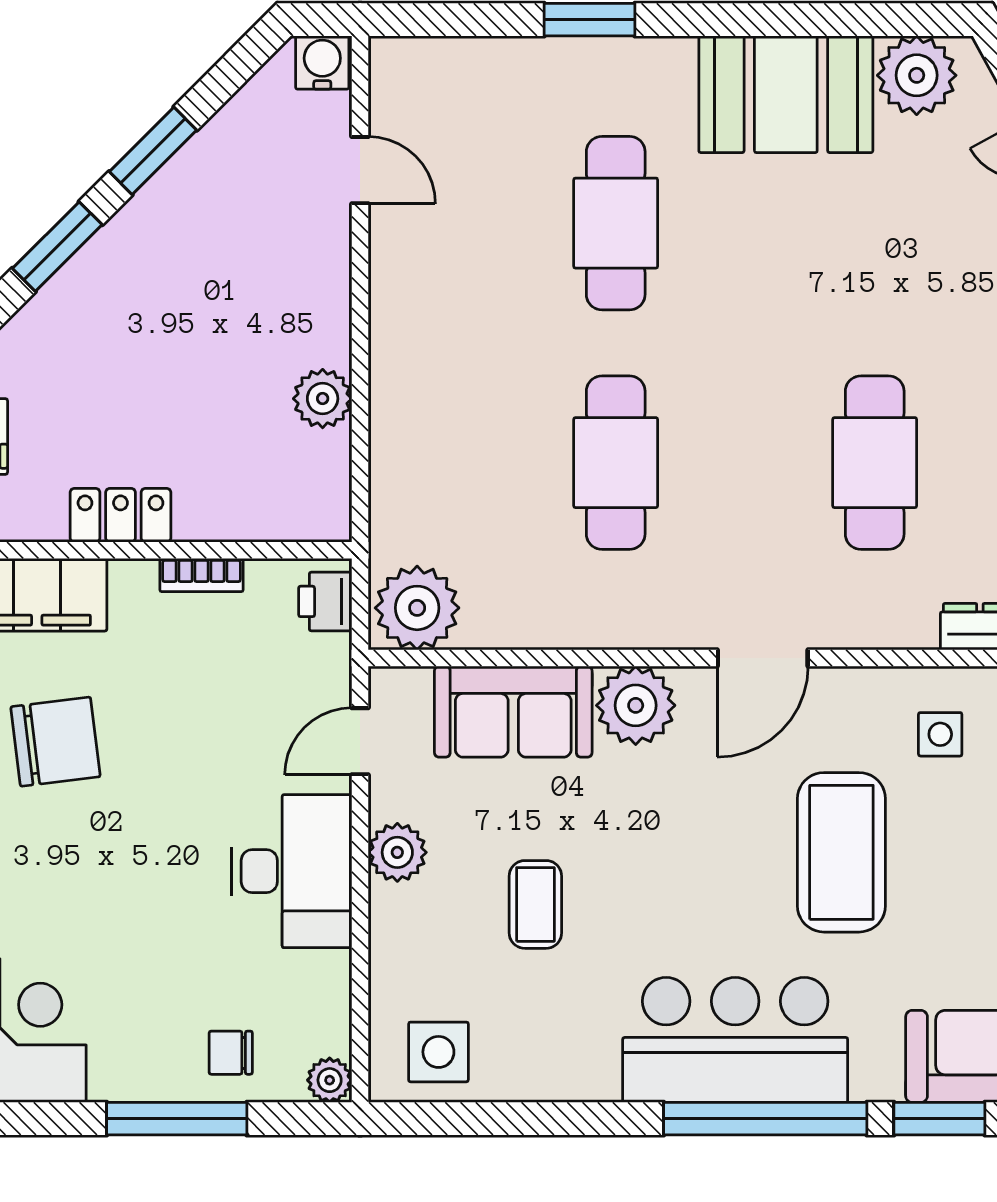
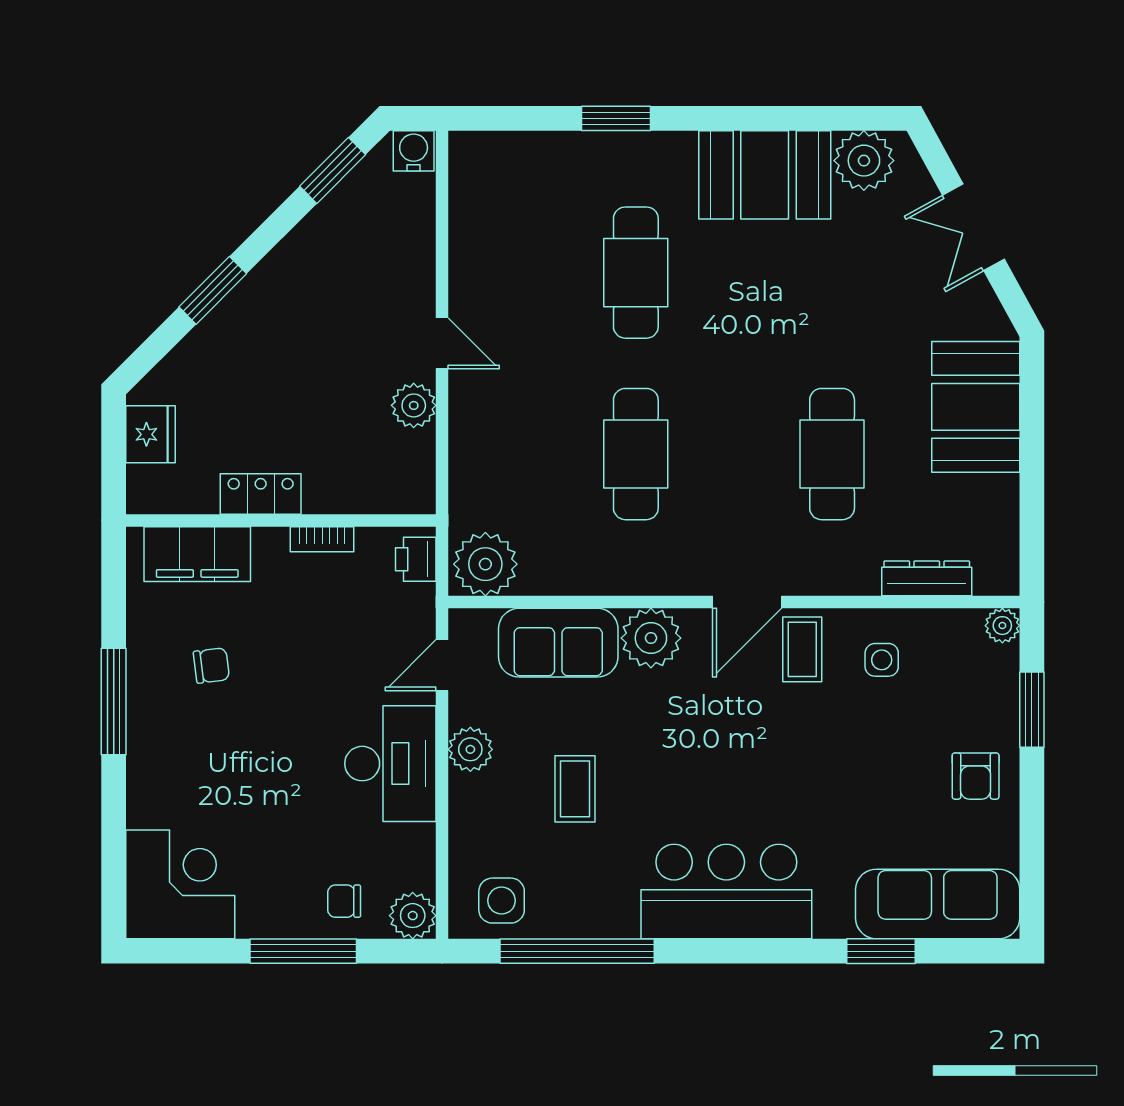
window: (153, 151) -> (333, 170), moved
door: (360, 170) -> (442, 343), moved
chair: (55, 742) -> (211, 665), width x0.54, depth x0.54
coffee table: (841, 852) -> (802, 649), moved, width x0.54, depth x0.58
plant: (330, 1080) -> (413, 916), width x1.38, depth x1.38
window: (765, 1119) -> (577, 951), moved

